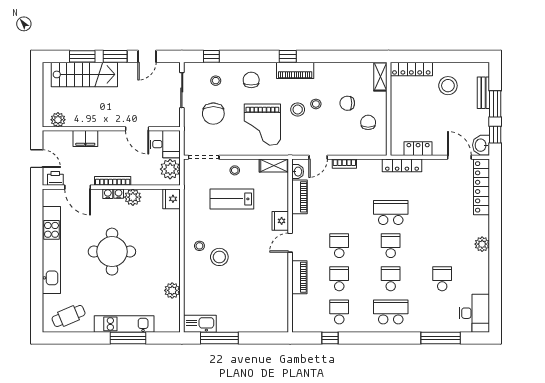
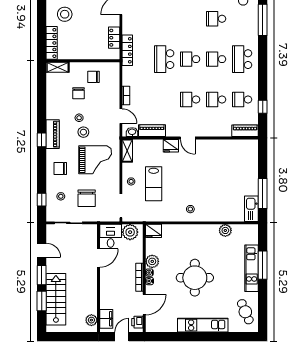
chair: (213, 114) -> (87, 198), turned 90
filing cabinet: (85, 139) -> (106, 319), moved
kitchen unit: (51, 250) -> (203, 325), width x0.73
stool: (219, 257) -> (199, 193), removed
piano: (299, 277) -> (245, 131), moved

